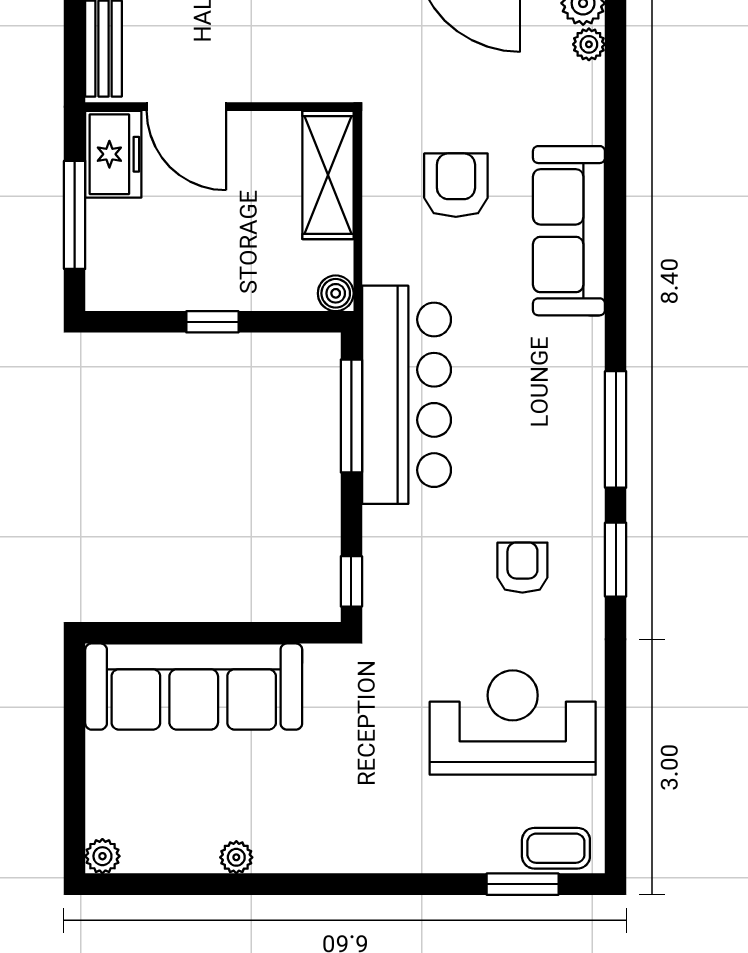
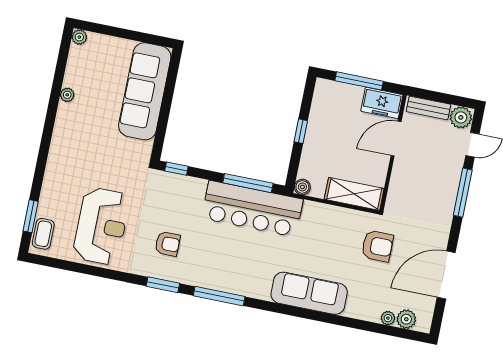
armchair: (456, 185) -> (377, 246), moved

